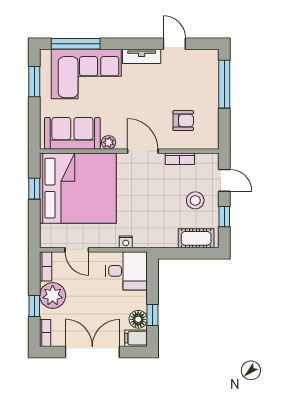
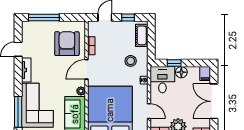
armchair: (183, 121) -> (67, 44), width x1.88, depth x1.88
stool: (195, 200) -> (131, 61), moved
door: (77, 250) -> (149, 111), hinge flipped
window: (153, 315) -> (174, 63), moved
floor lamp: (138, 319) -> (181, 72), moved

